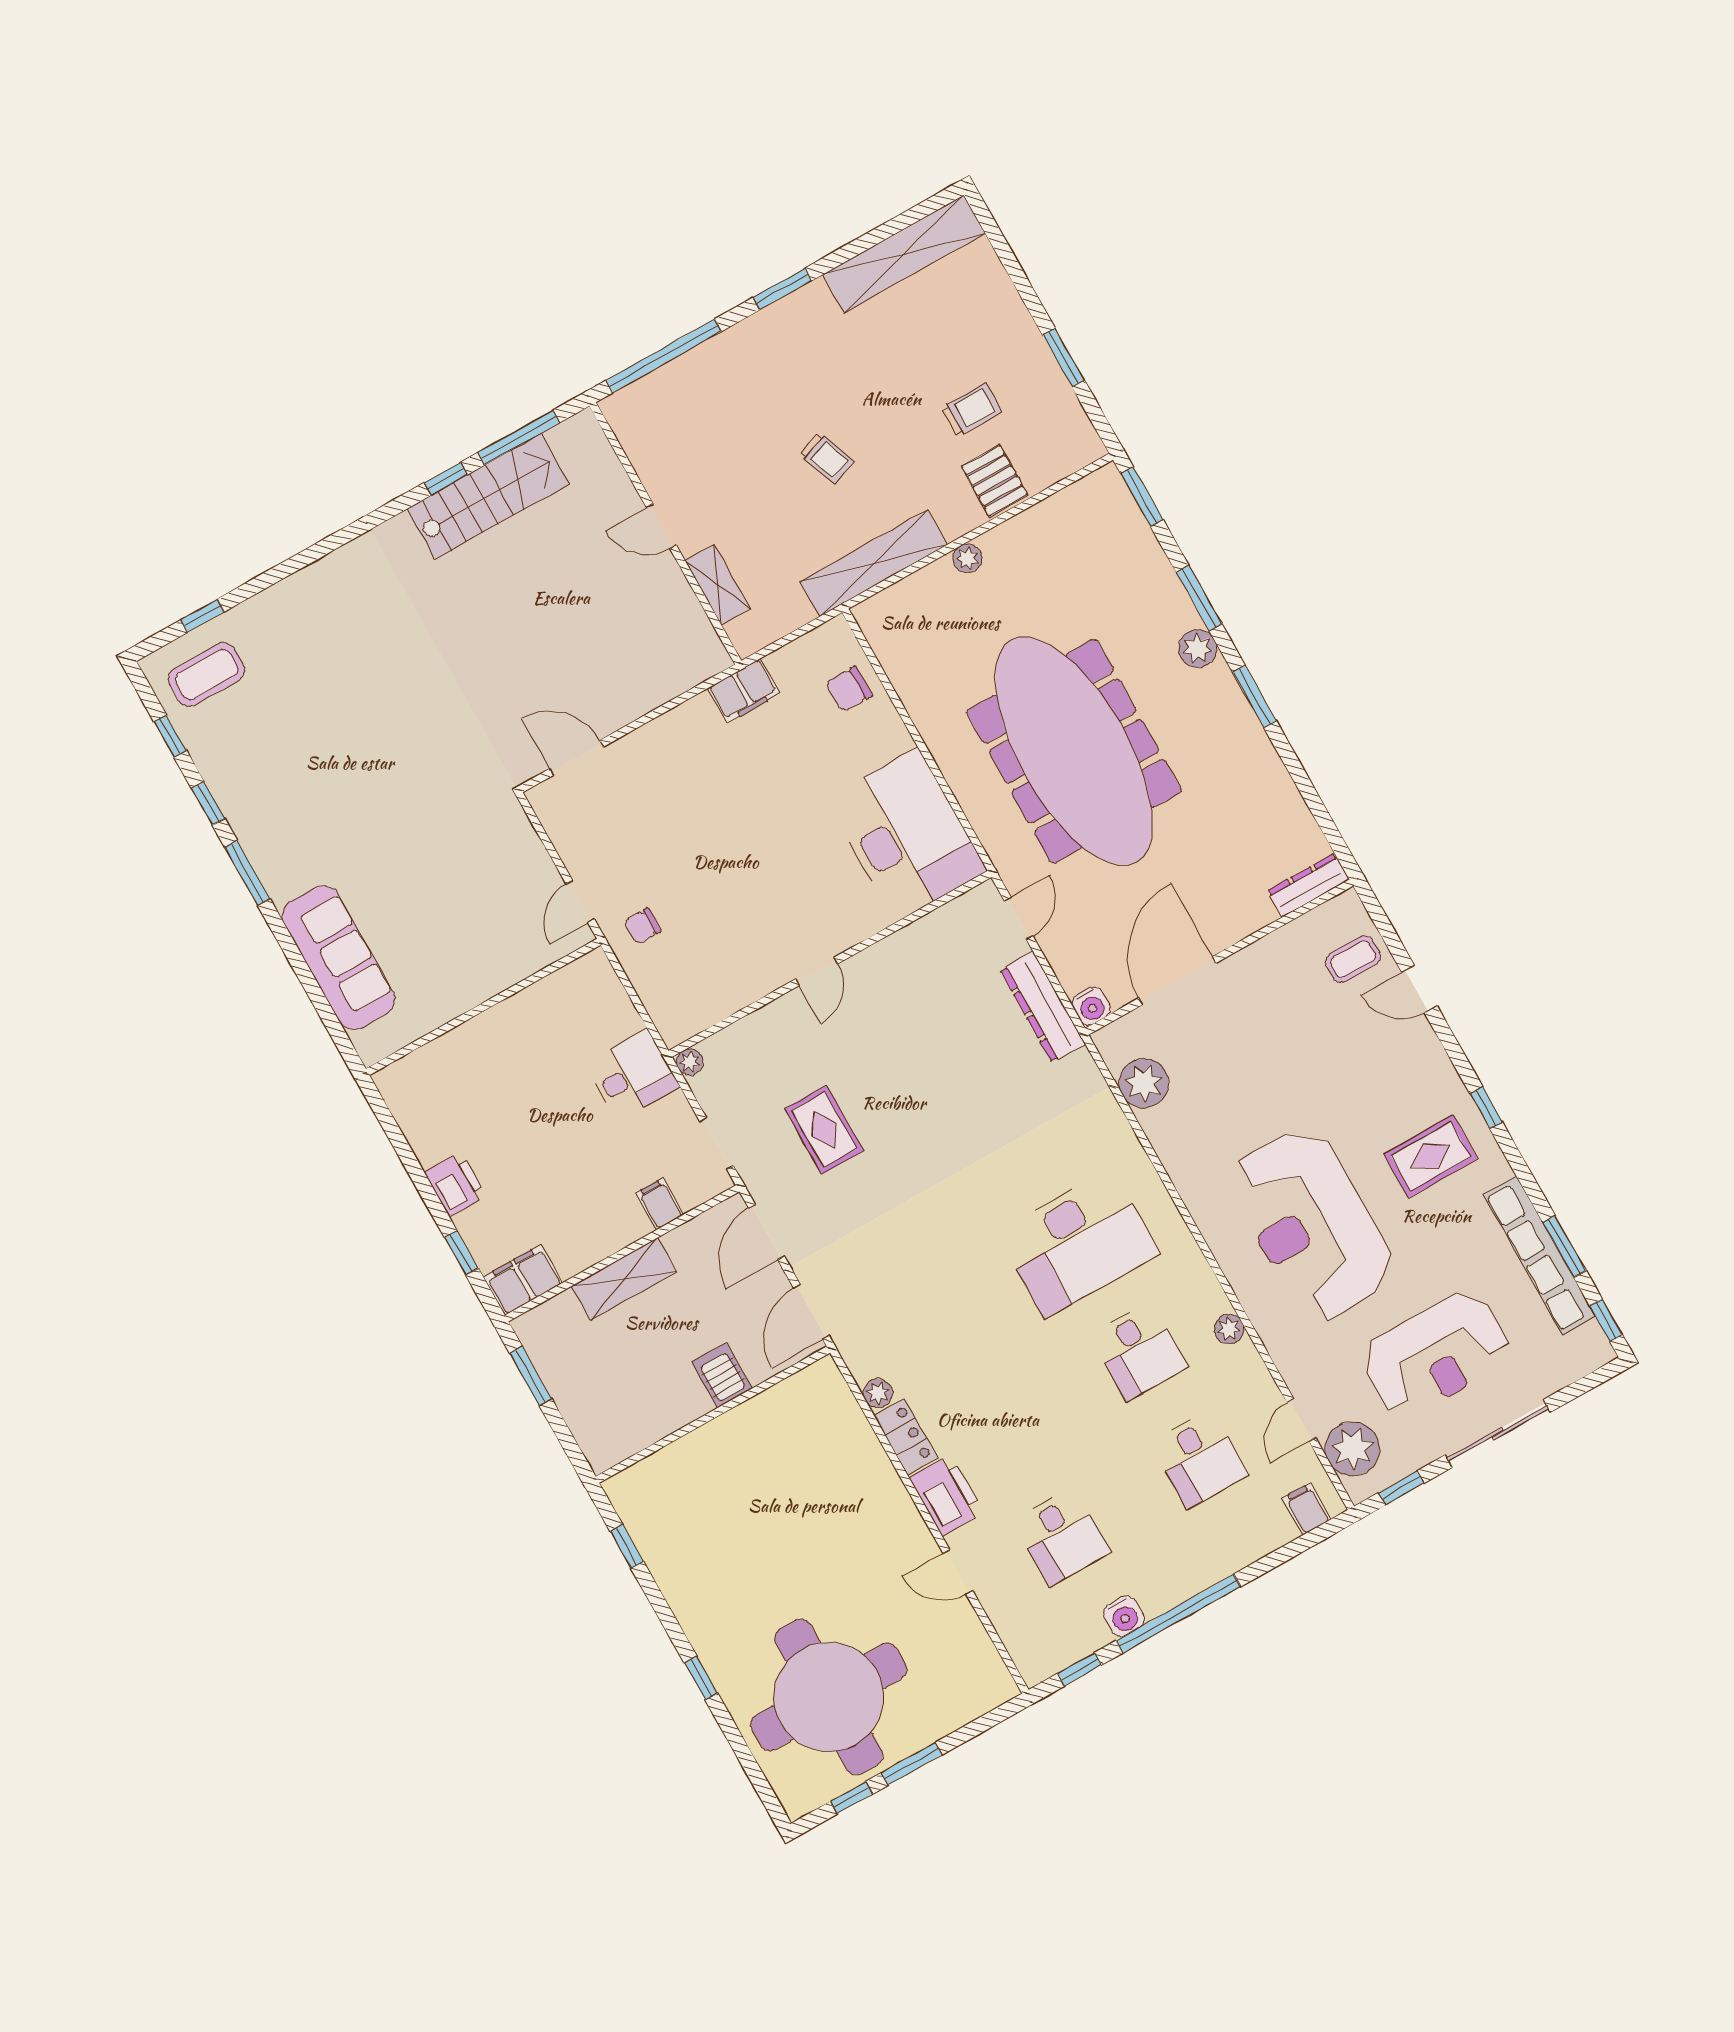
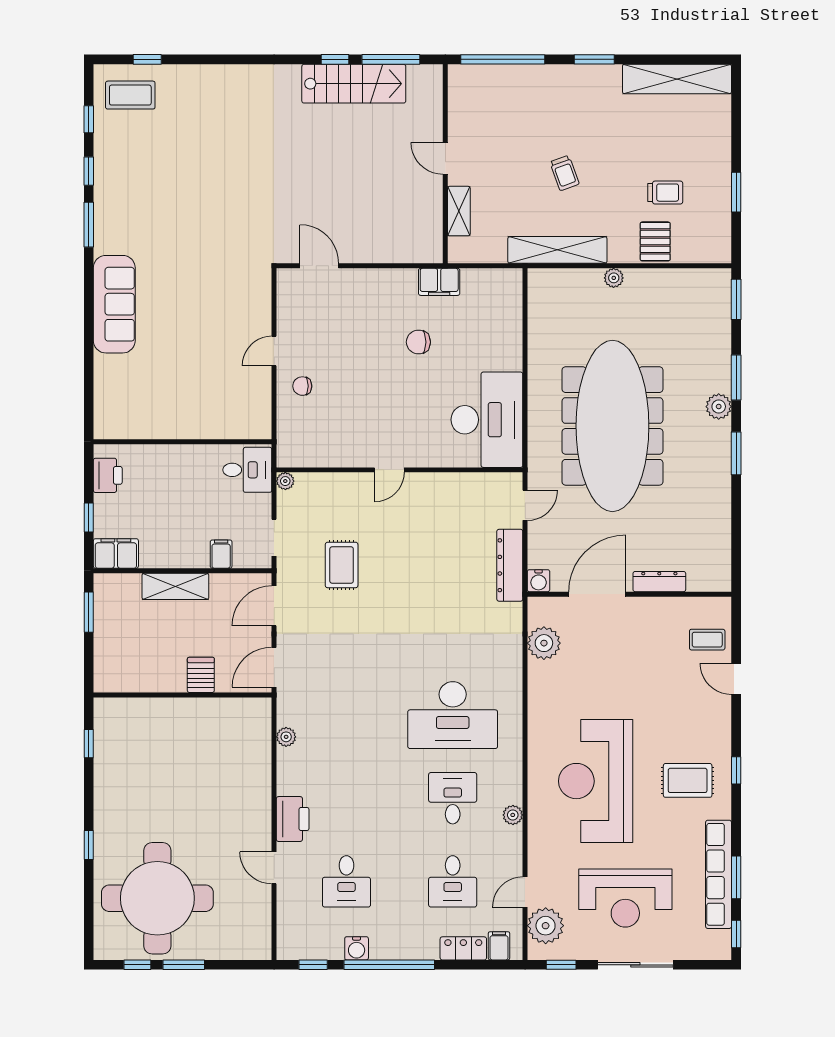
chair: (849, 689) -> (418, 342), moved
dresser: (1308, 885) -> (659, 582), moved
wall: (483, 1007) -> (183, 442), moved
desk: (1139, 1351) -> (453, 798), turned 180
locker: (906, 1437) -> (463, 948), moved, turned -90

